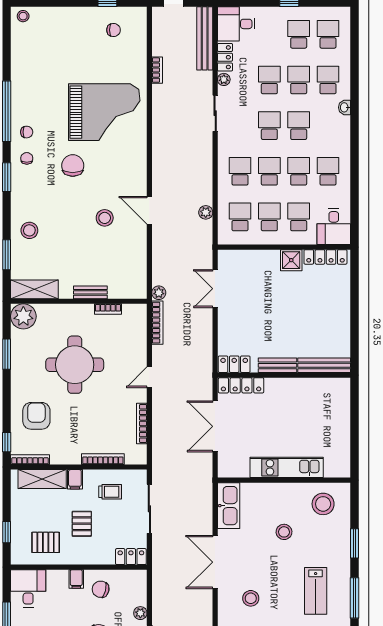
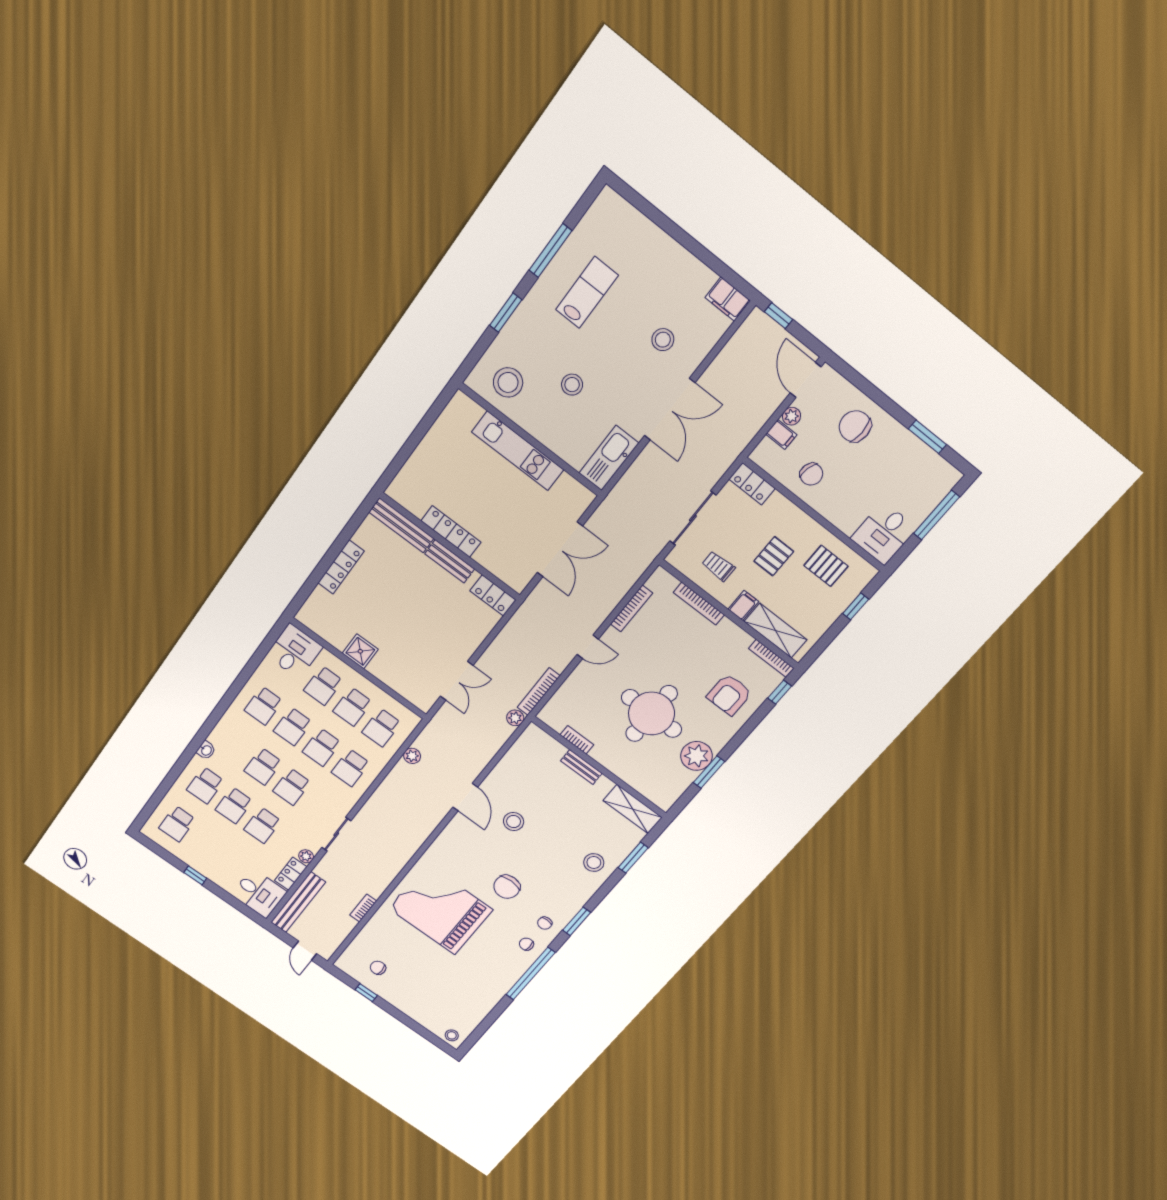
school desk: (299, 34) -> (206, 843), removed
locker: (325, 257) -> (341, 567), moved, turned 90
plant: (23, 316) -> (697, 756), moved
locker: (241, 385) -> (451, 532), moved
filing cabinet: (76, 579) -> (781, 434), moved, turned 90

